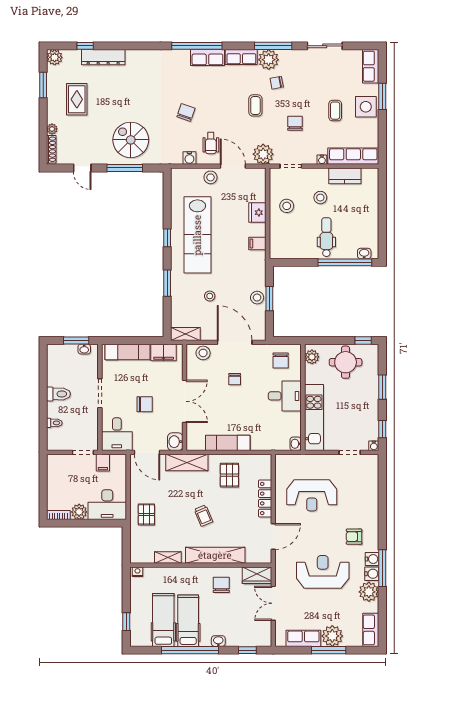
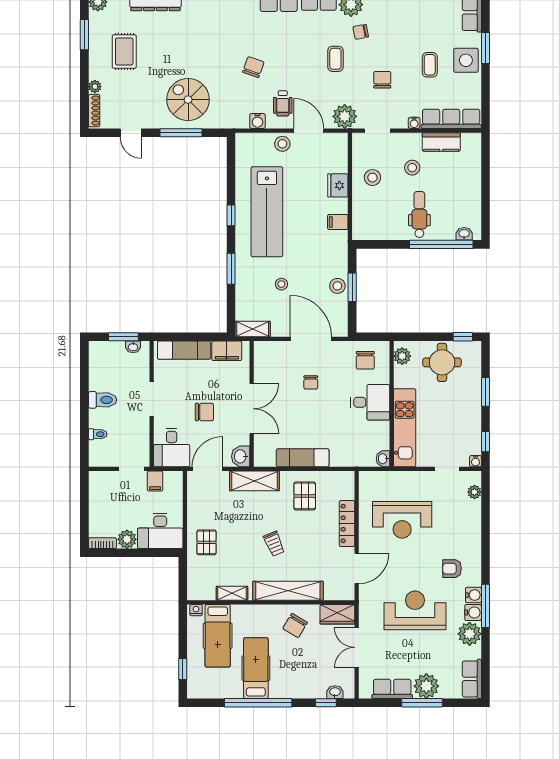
stool: (203, 353) -> (274, 351), removed
door: (147, 452) -> (207, 469), swing flipped
plant: (373, 472) -> (474, 492), added
chair: (221, 585) -> (295, 626), turned -149
hospital bed: (163, 620) -> (218, 636), moved, turned 180
washbasin: (218, 641) -> (335, 692), moved

